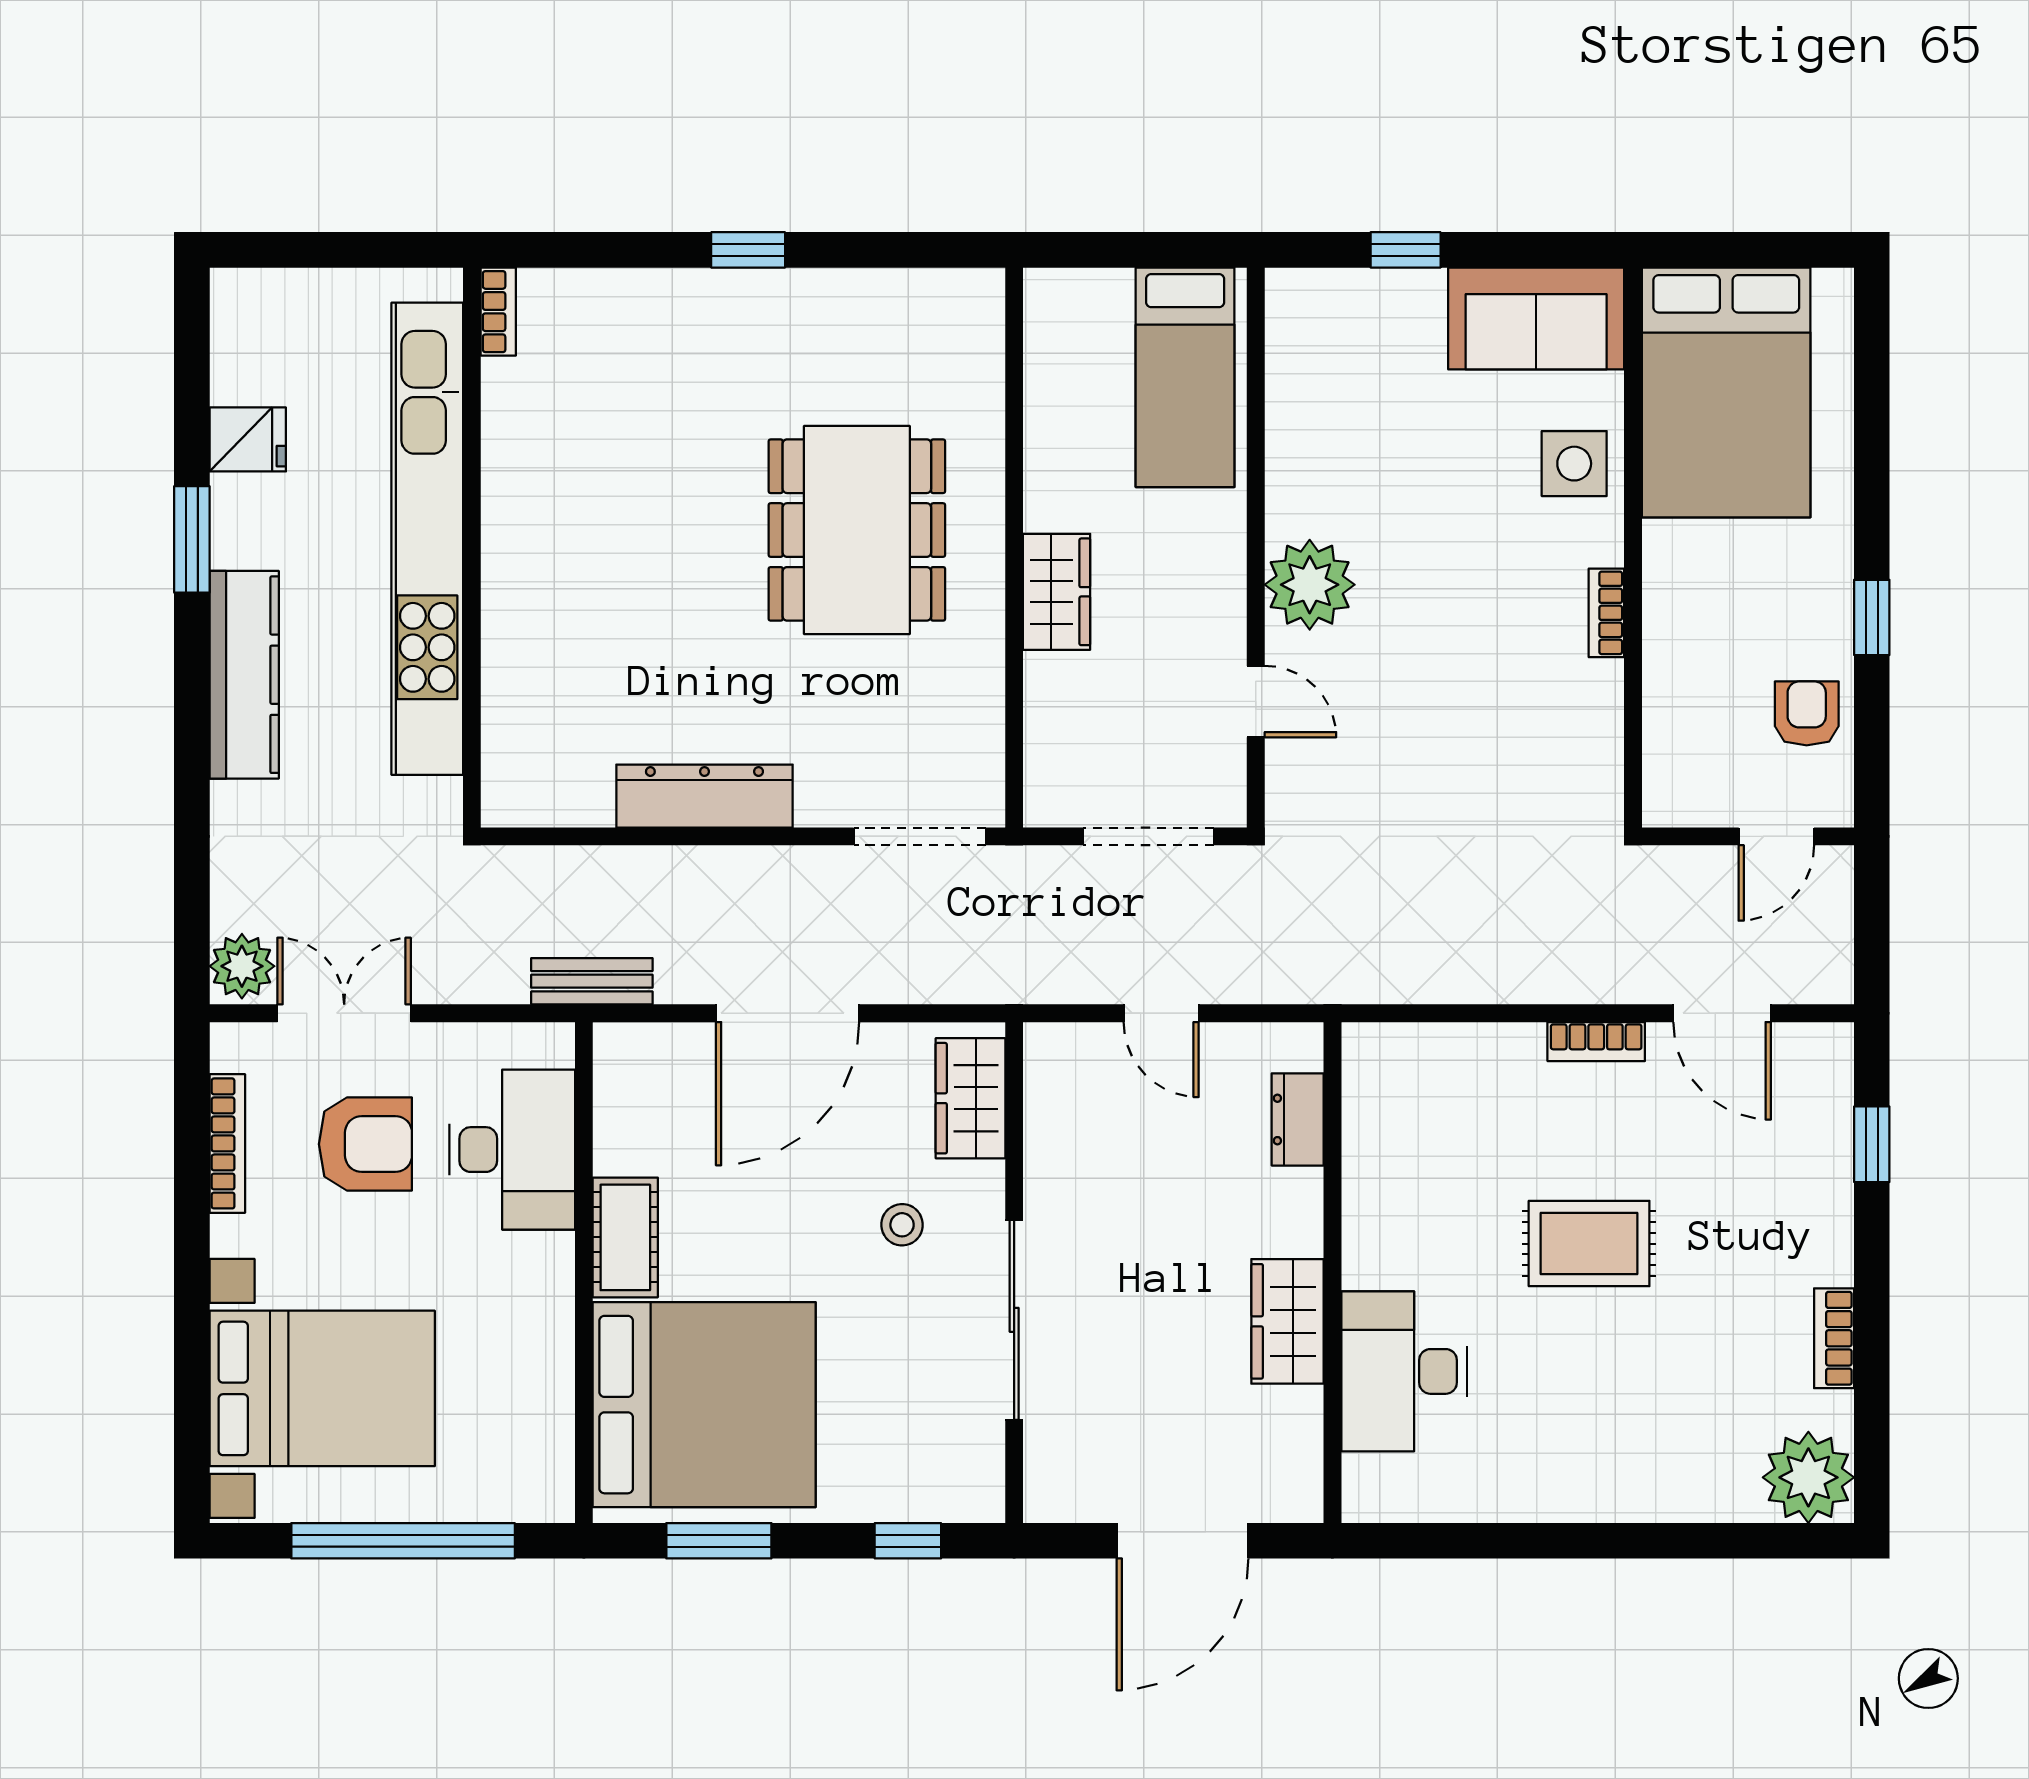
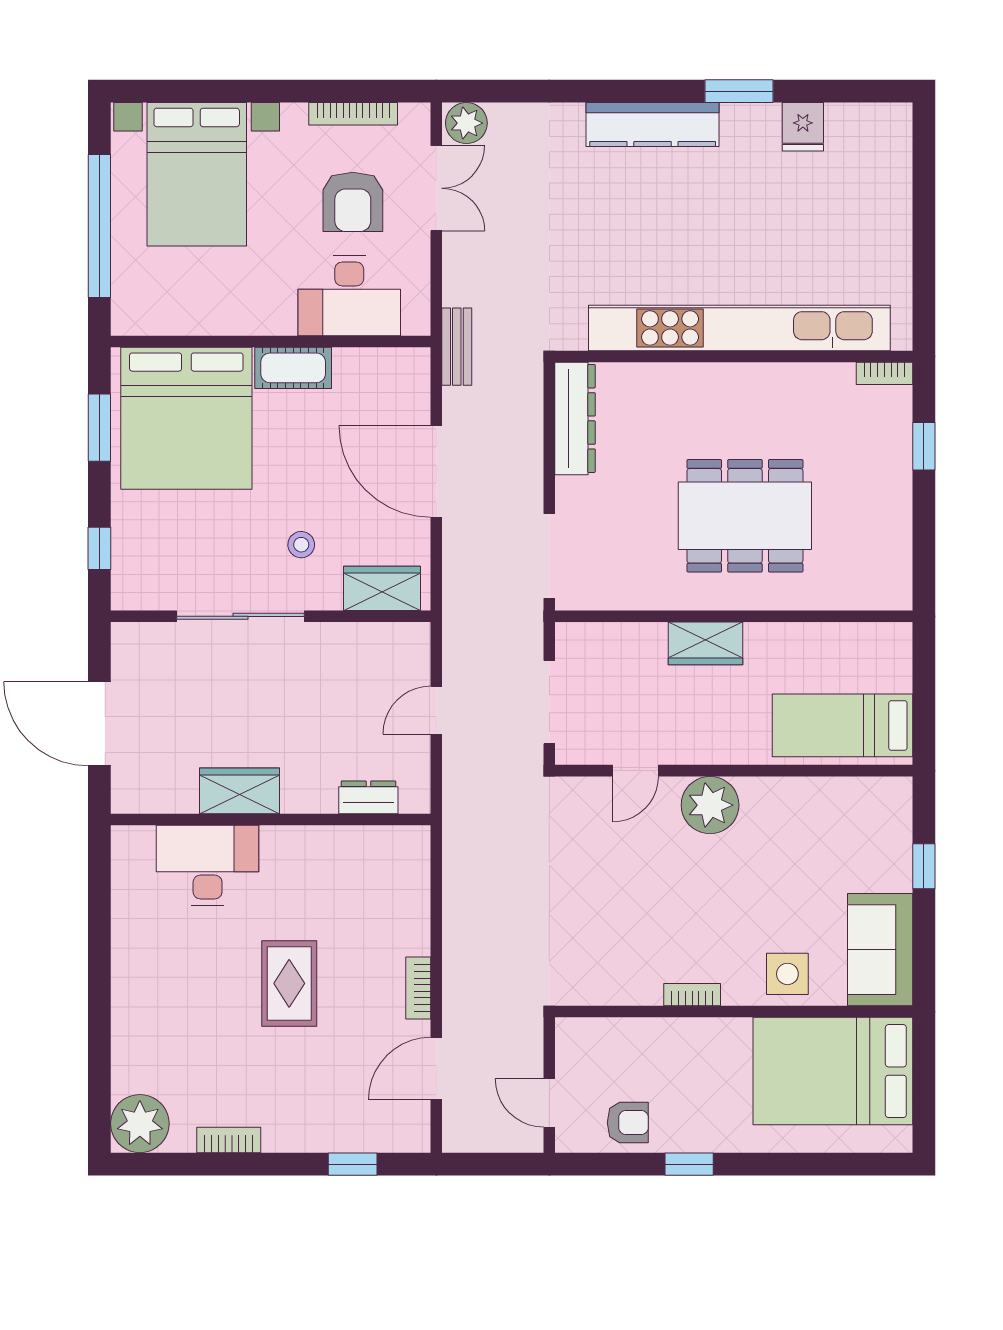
bookcase: (498, 312) -> (884, 373), moved
kitchen unit: (427, 539) -> (739, 328), moved
wall: (472, 548) -> (734, 356), moved

